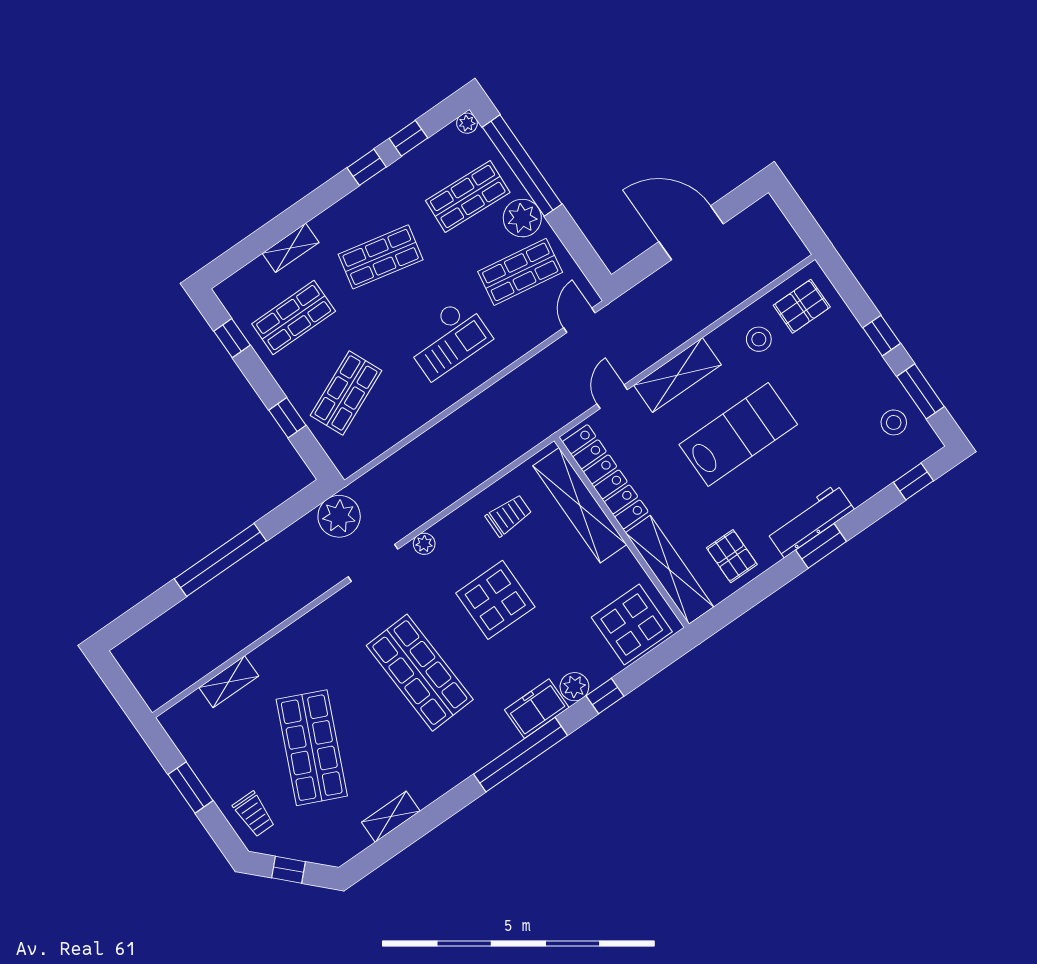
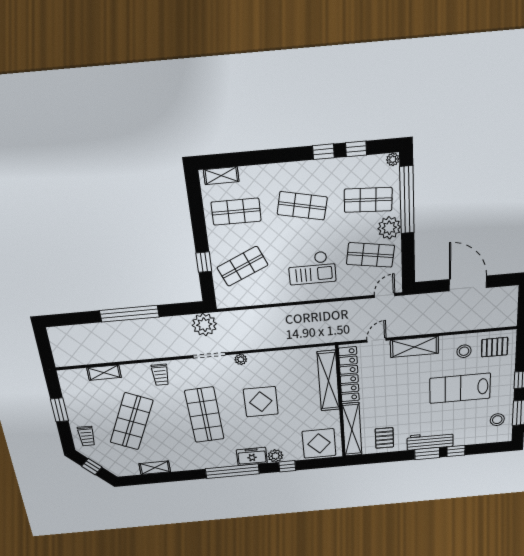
shelving: (291, 248) -> (221, 176), moved
window: (232, 338) -> (196, 204), removed
lab bench: (738, 435) -> (460, 388), moved, turned 180
window: (913, 482) -> (456, 451), moved
trolley: (509, 515) -> (160, 375), moved, turned 90

